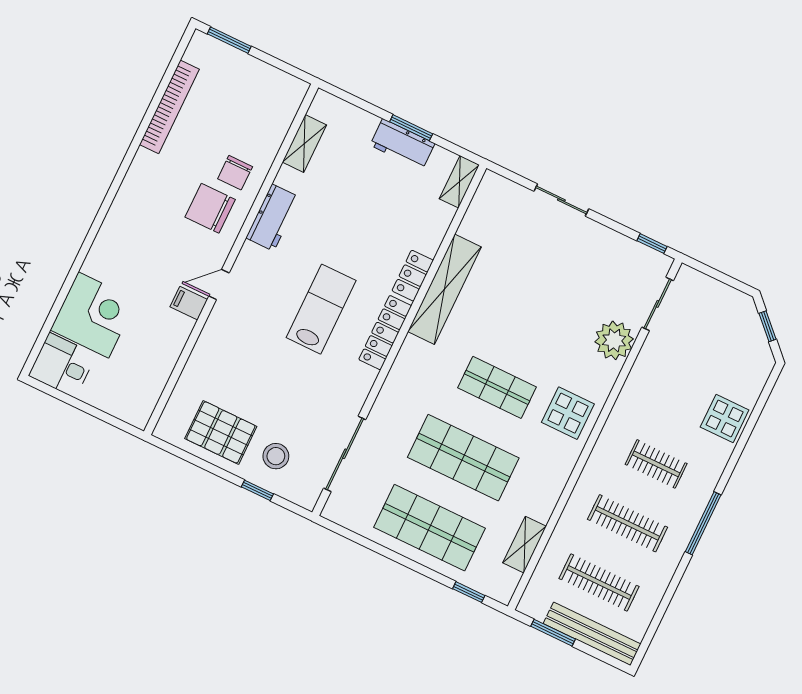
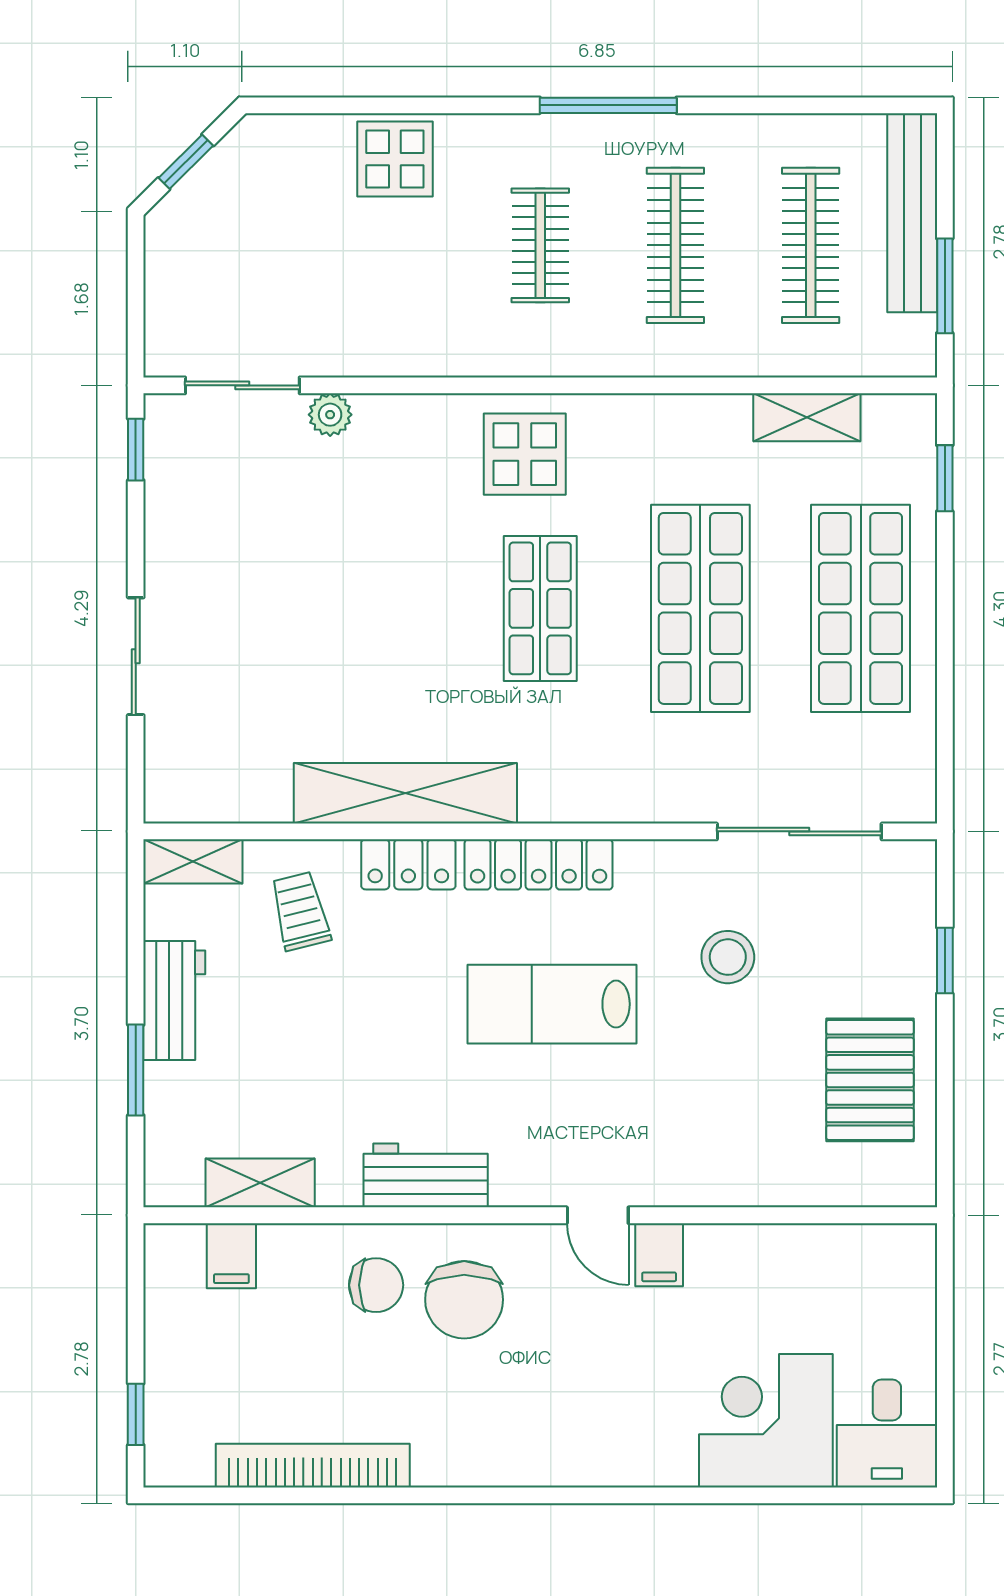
window: (229, 40) -> (136, 1414), width x0.67
filing cabinet: (278, 116) -> (231, 1256), added
window: (411, 128) -> (136, 1070), moved
trolley: (415, 218) -> (300, 911), added
plant: (614, 340) -> (330, 415), width x0.53, depth x0.53
stool: (276, 456) -> (728, 957), moved

